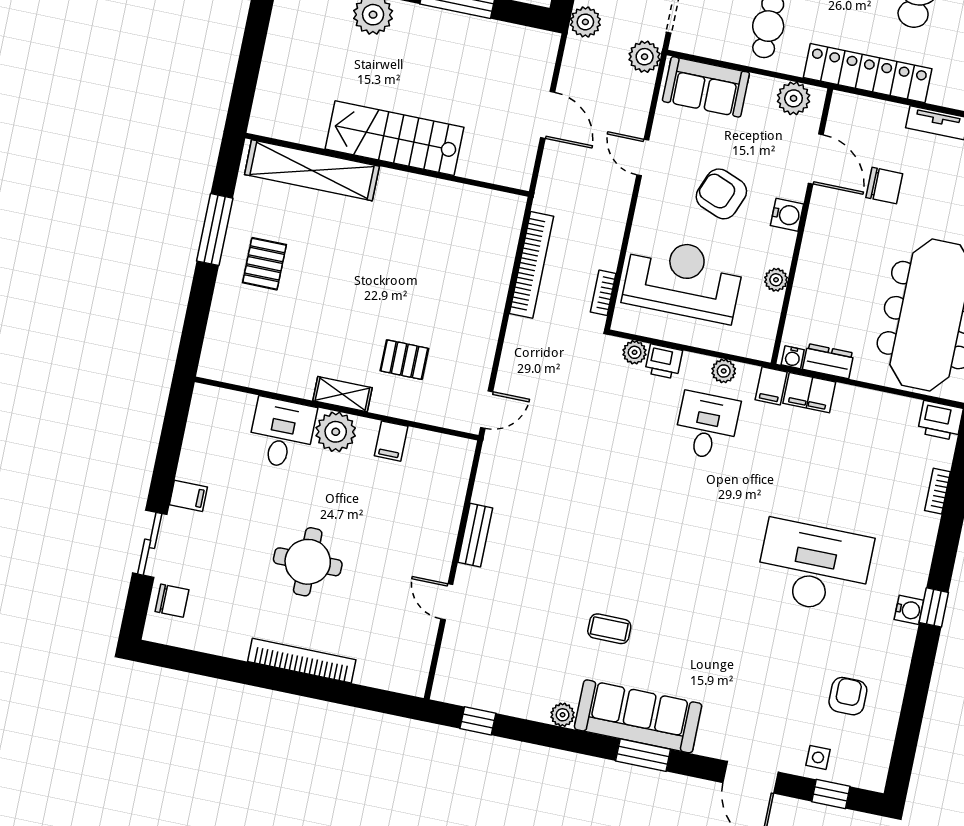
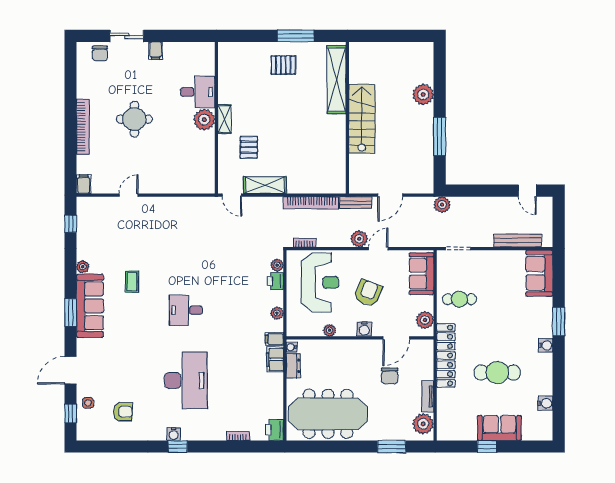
plant: (645, 57) -> (359, 239), moved
shelving: (481, 344) -> (265, 185), added
desk: (707, 426) -> (186, 310), moved, turned 180
filing cabinet: (391, 441) -> (84, 184), moved, turned 90
bench: (475, 535) -> (356, 203), moved

